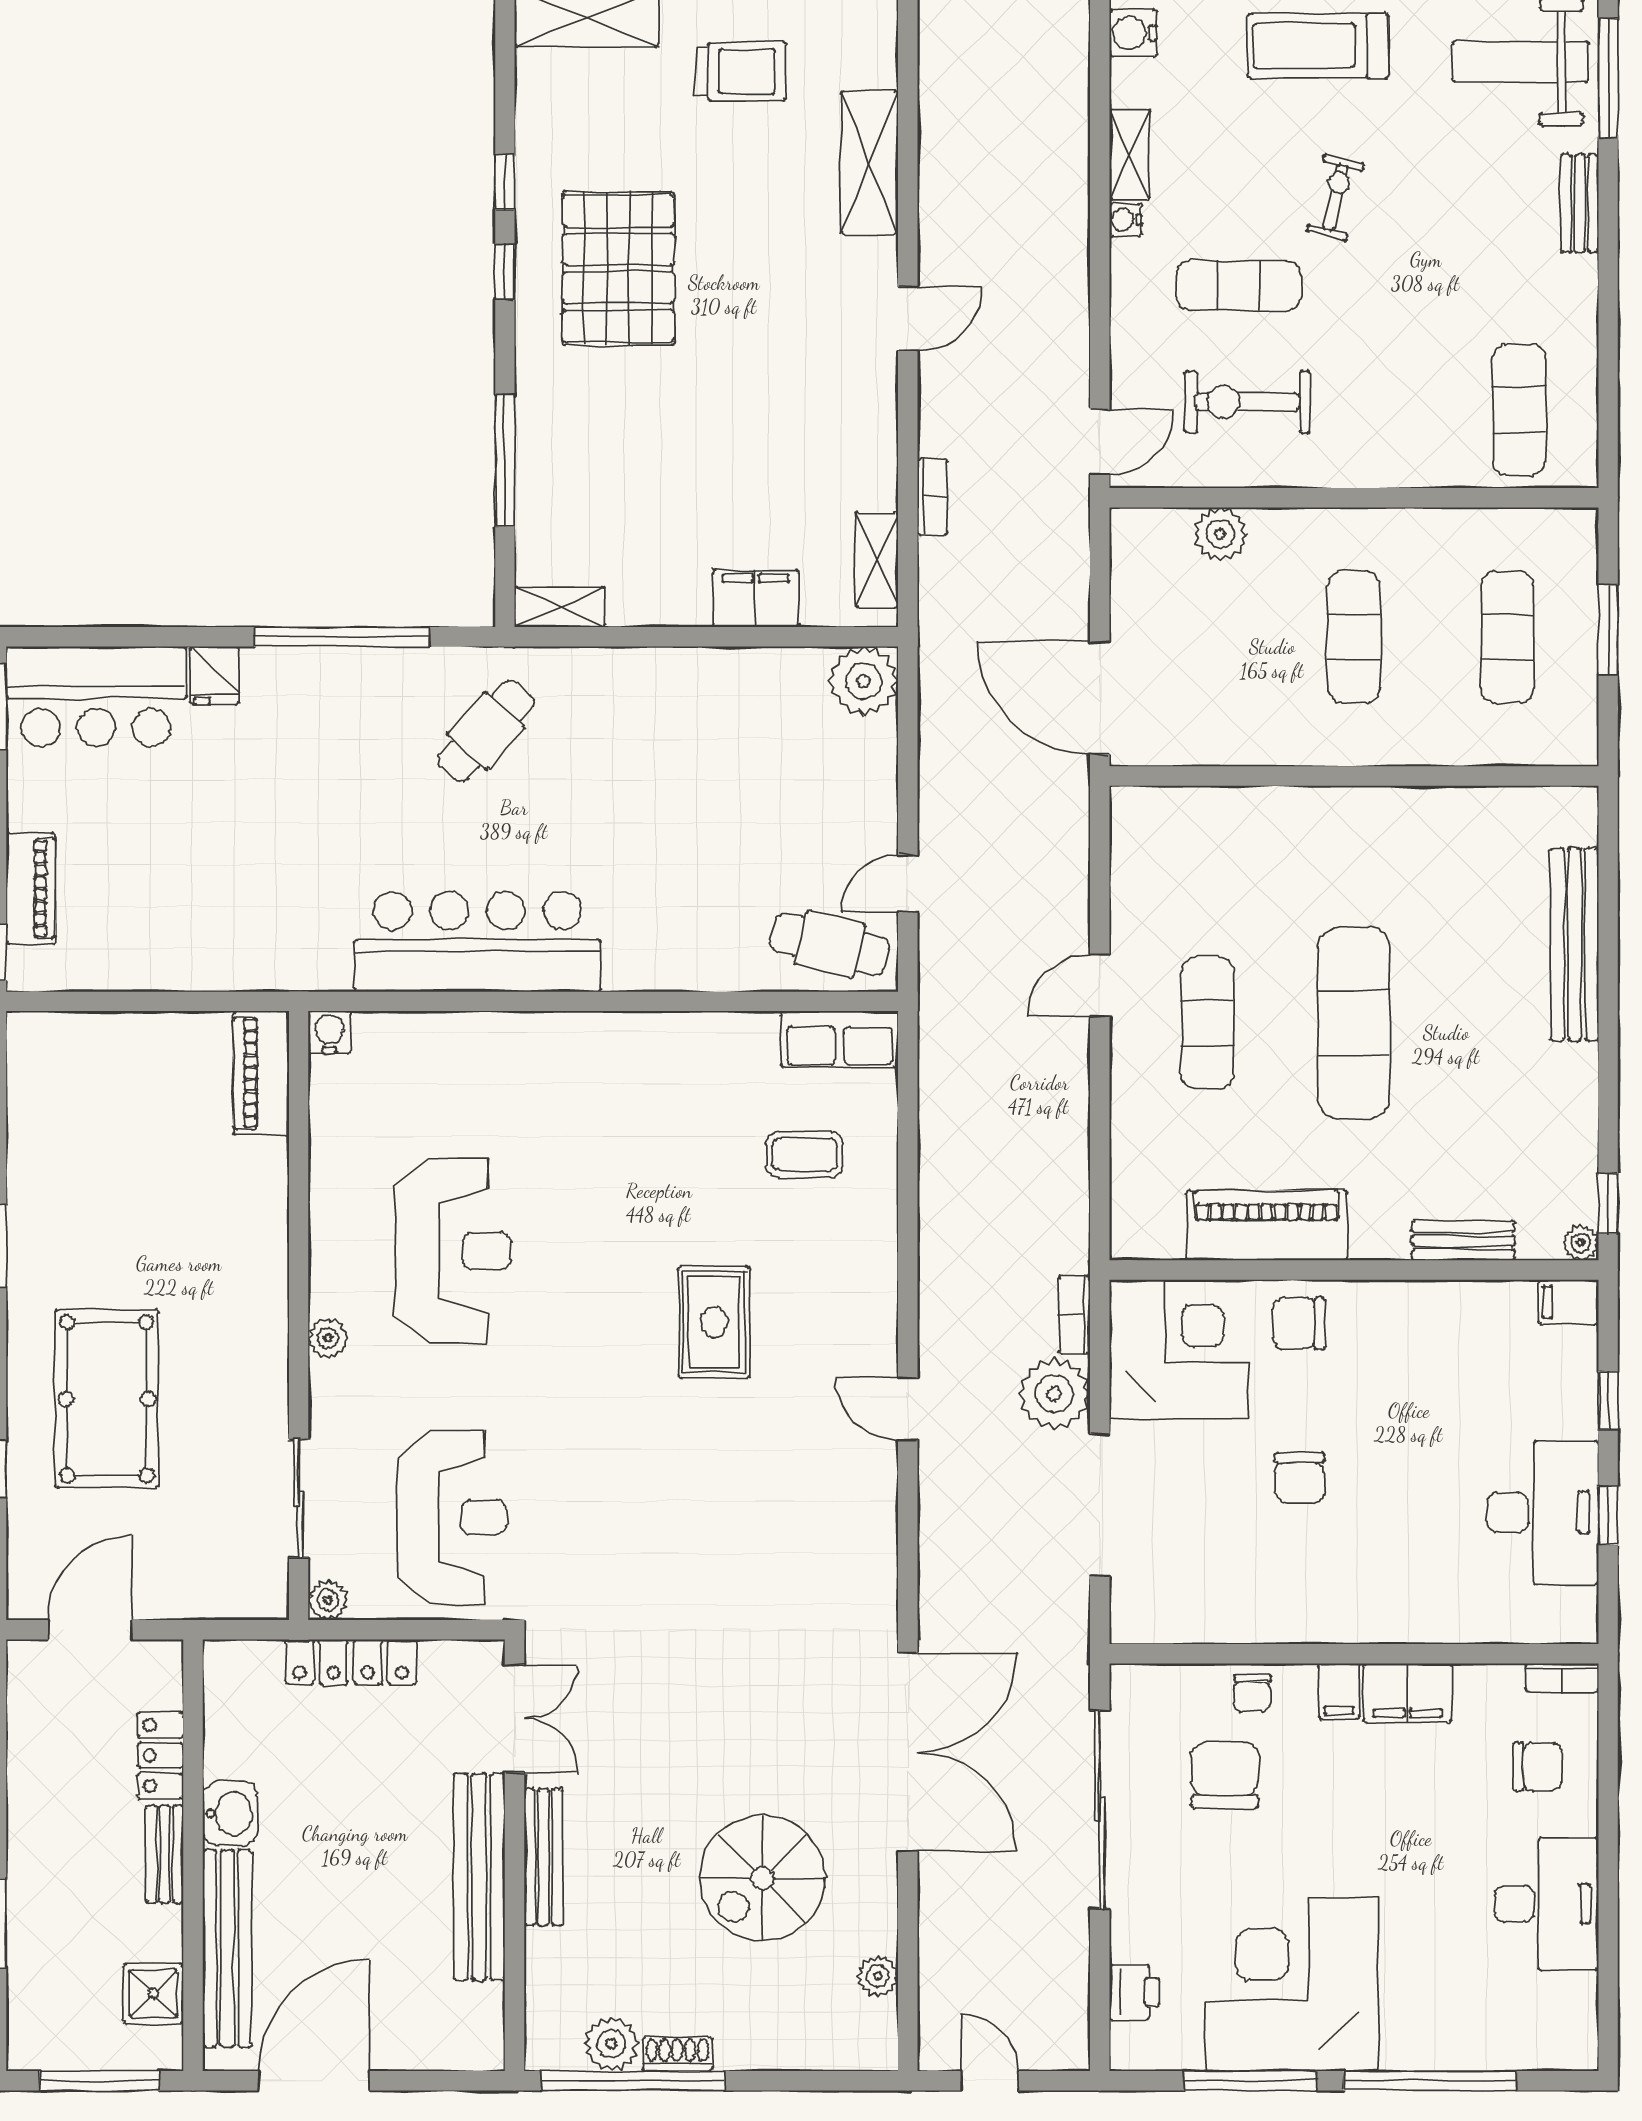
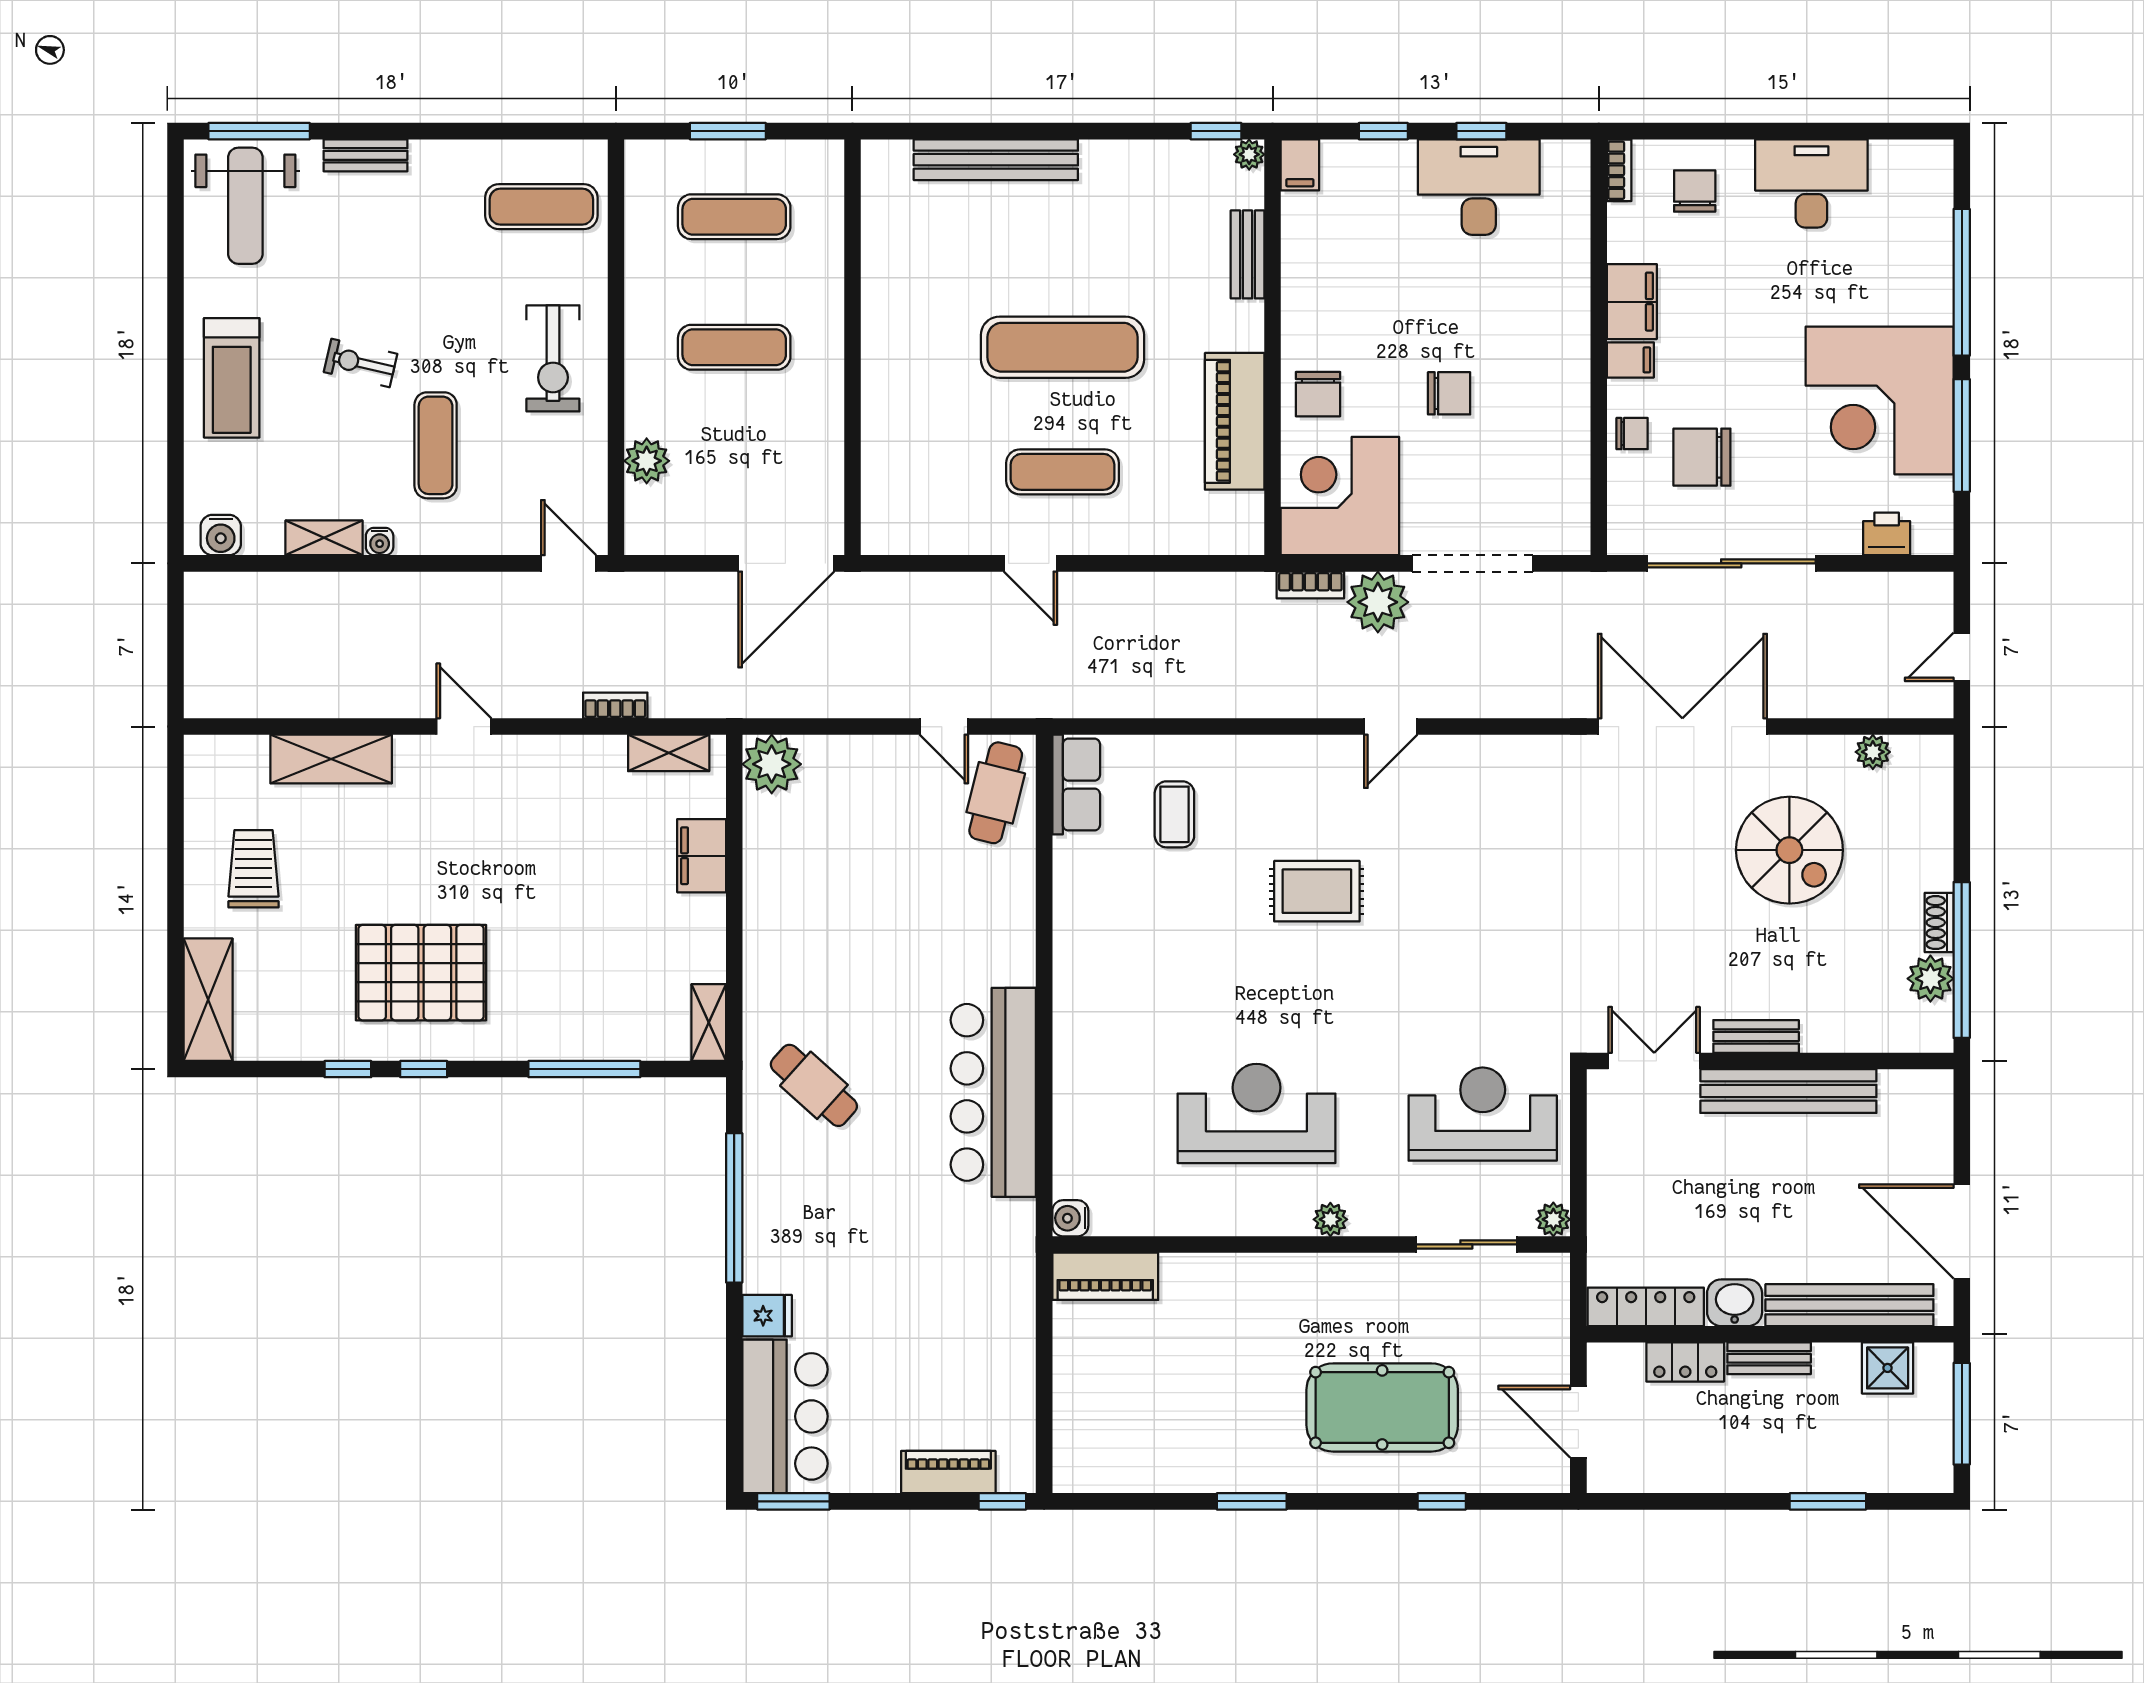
exercise bike: (1247, 402) -> (553, 358), moved
locker: (351, 1662) -> (1646, 1307), moved, turned -90
bench: (543, 1857) -> (1756, 1036), width x0.73

